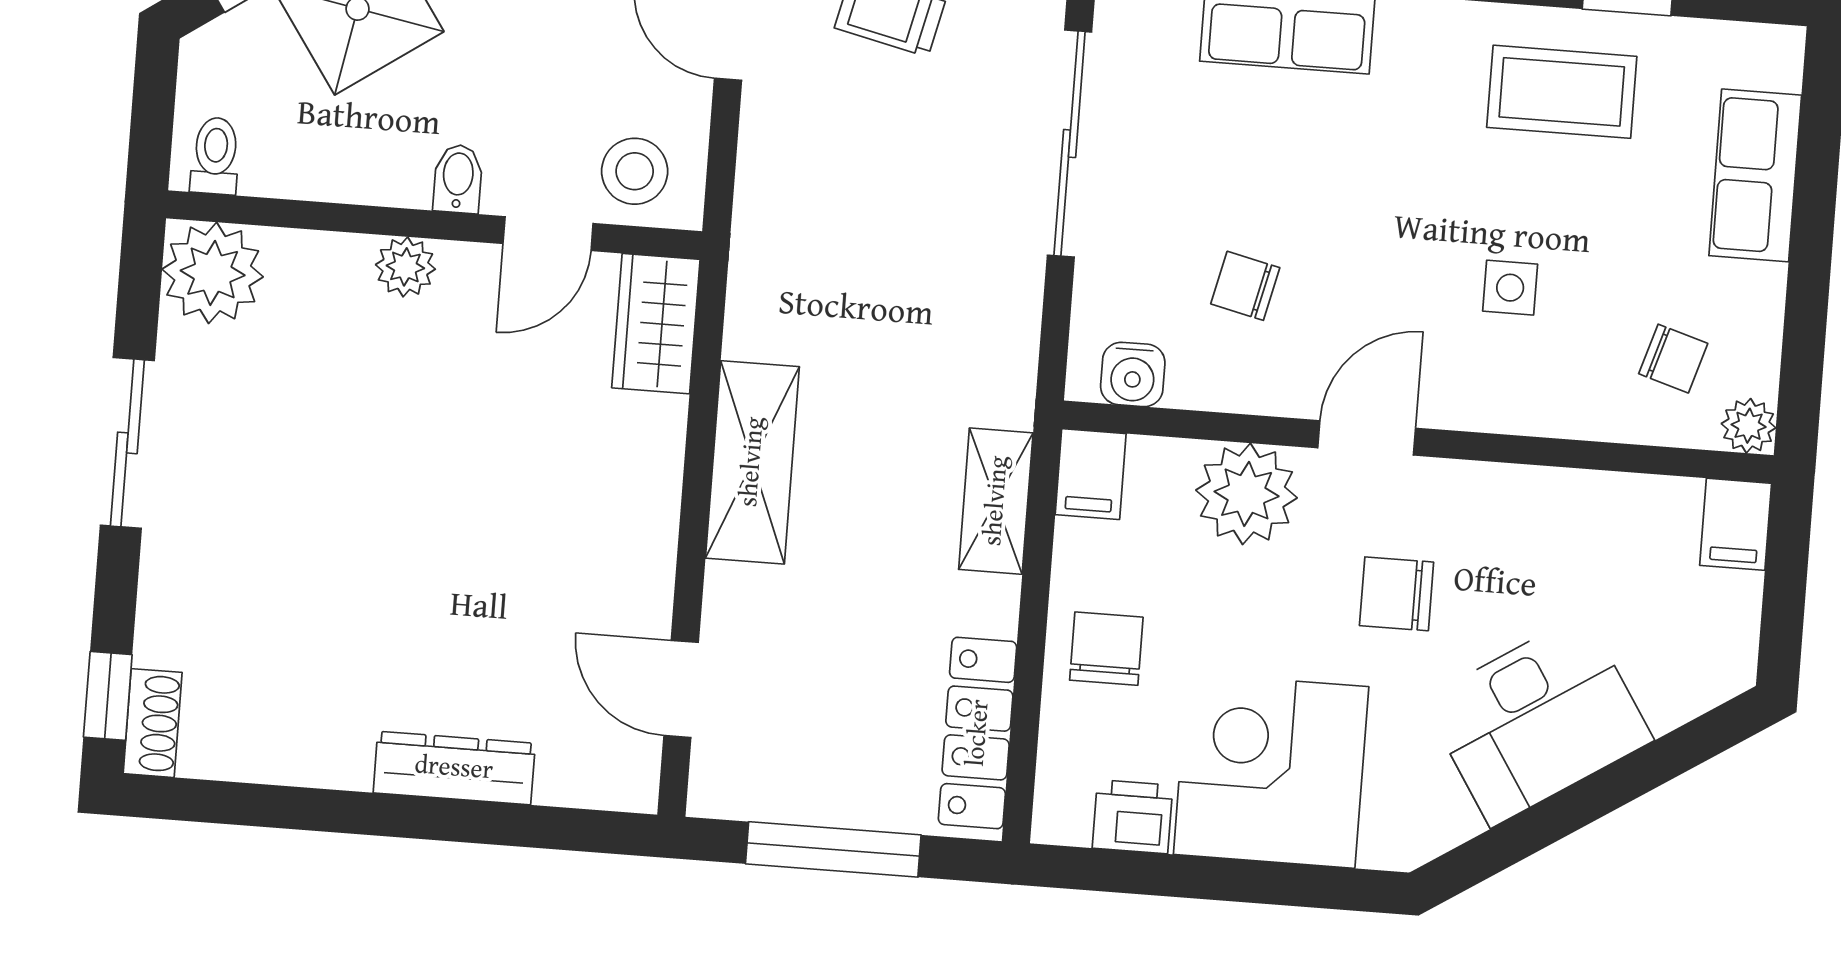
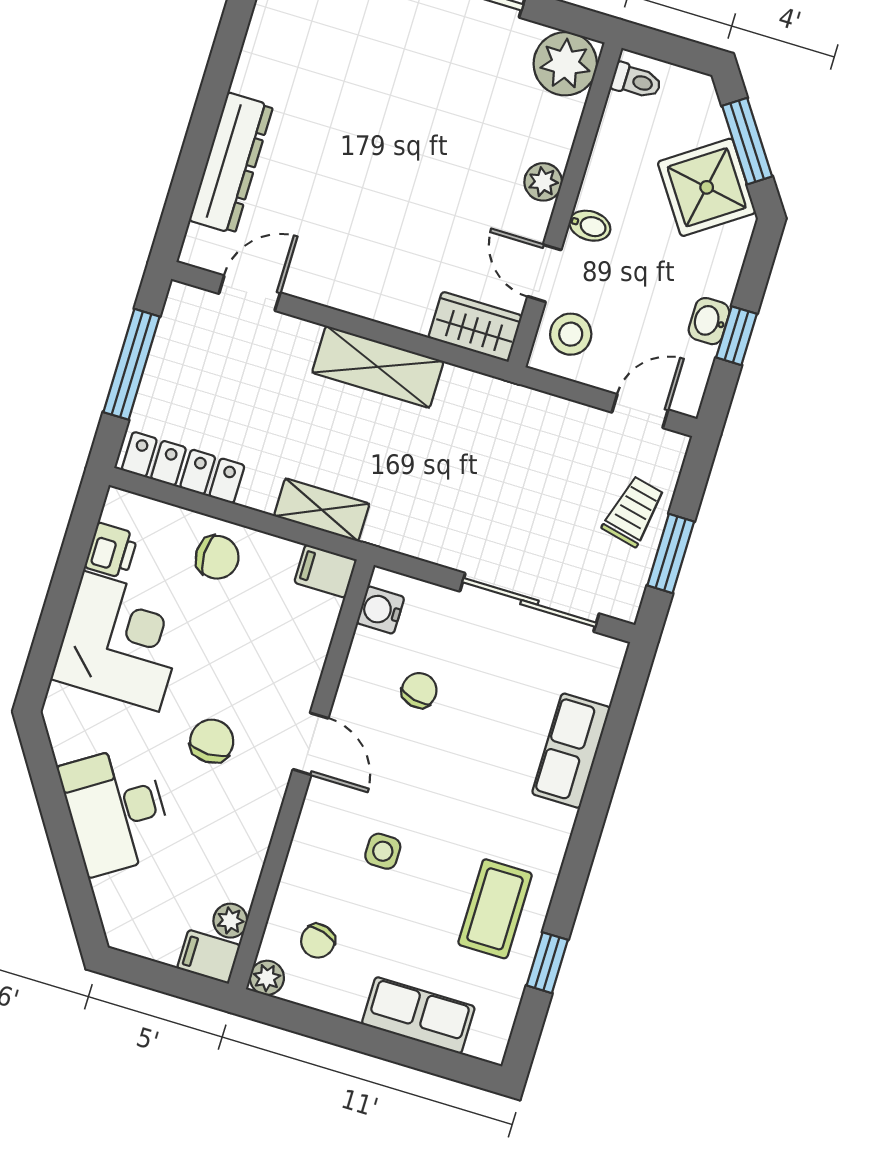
plant: (1247, 494) -> (230, 921), moved, width x0.53, depth x0.53
dresser: (454, 768) -> (231, 163), width x1.37, depth x1.24

